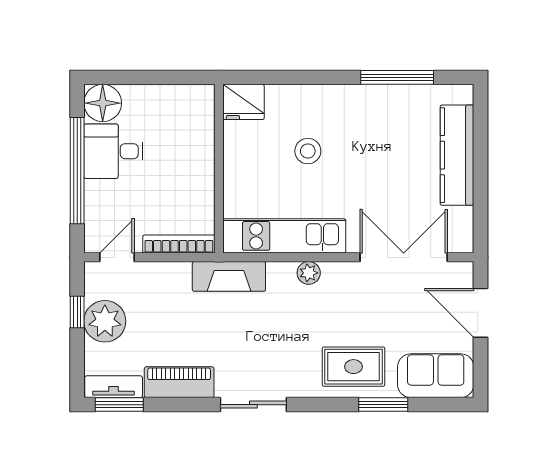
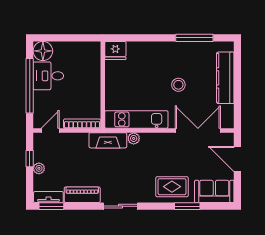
stool: (308, 151) -> (178, 85), moved
plant: (309, 273) -> (134, 138), moved
plant: (105, 321) -> (39, 168), width x0.53, depth x0.53

